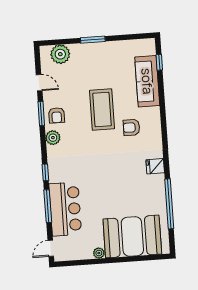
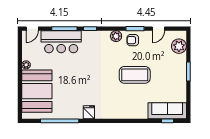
sofa: (147, 81) -> (167, 111), moved
armchair: (131, 127) -> (120, 96), removed
door: (51, 248) -> (32, 29), swing flipped

